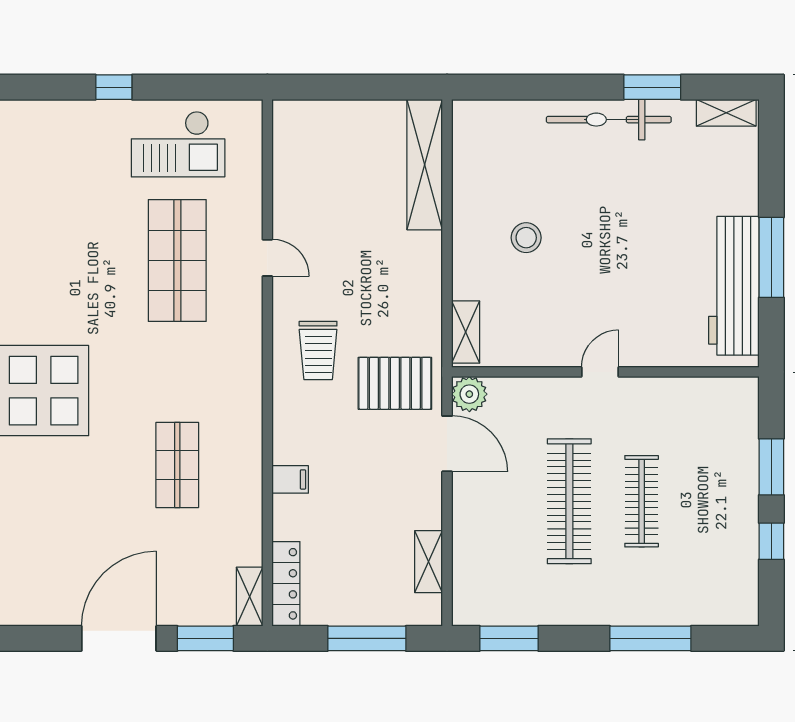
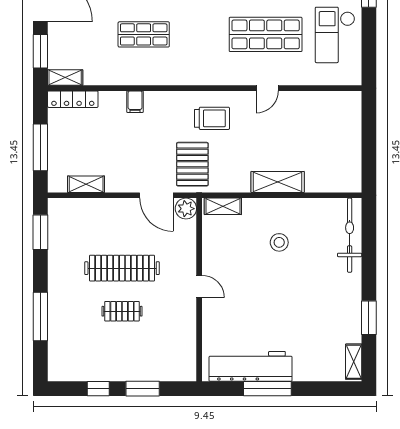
bicycle: (609, 120) -> (350, 235), moved
shelving: (425, 165) -> (278, 182), moved, width x0.68
trolley: (318, 350) -> (212, 118), turned 180
door: (447, 444) -> (156, 195), hinge flipped
clothes rail: (642, 501) -> (122, 311), width x0.73

